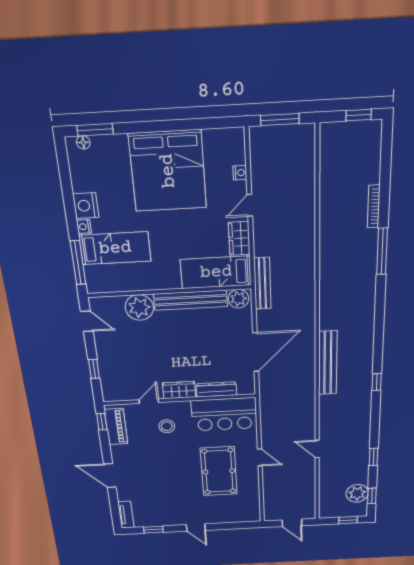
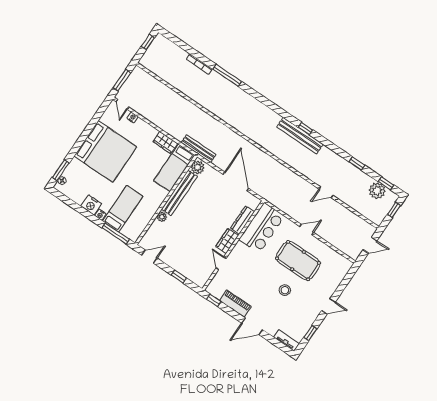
door: (250, 205) -> (122, 104), moved
plant: (139, 307) -> (162, 217), width x0.53, depth x0.53
bench: (328, 363) -> (300, 136), moved
stool: (167, 426) -> (285, 290), moved
piano: (116, 427) -> (235, 303), moved

